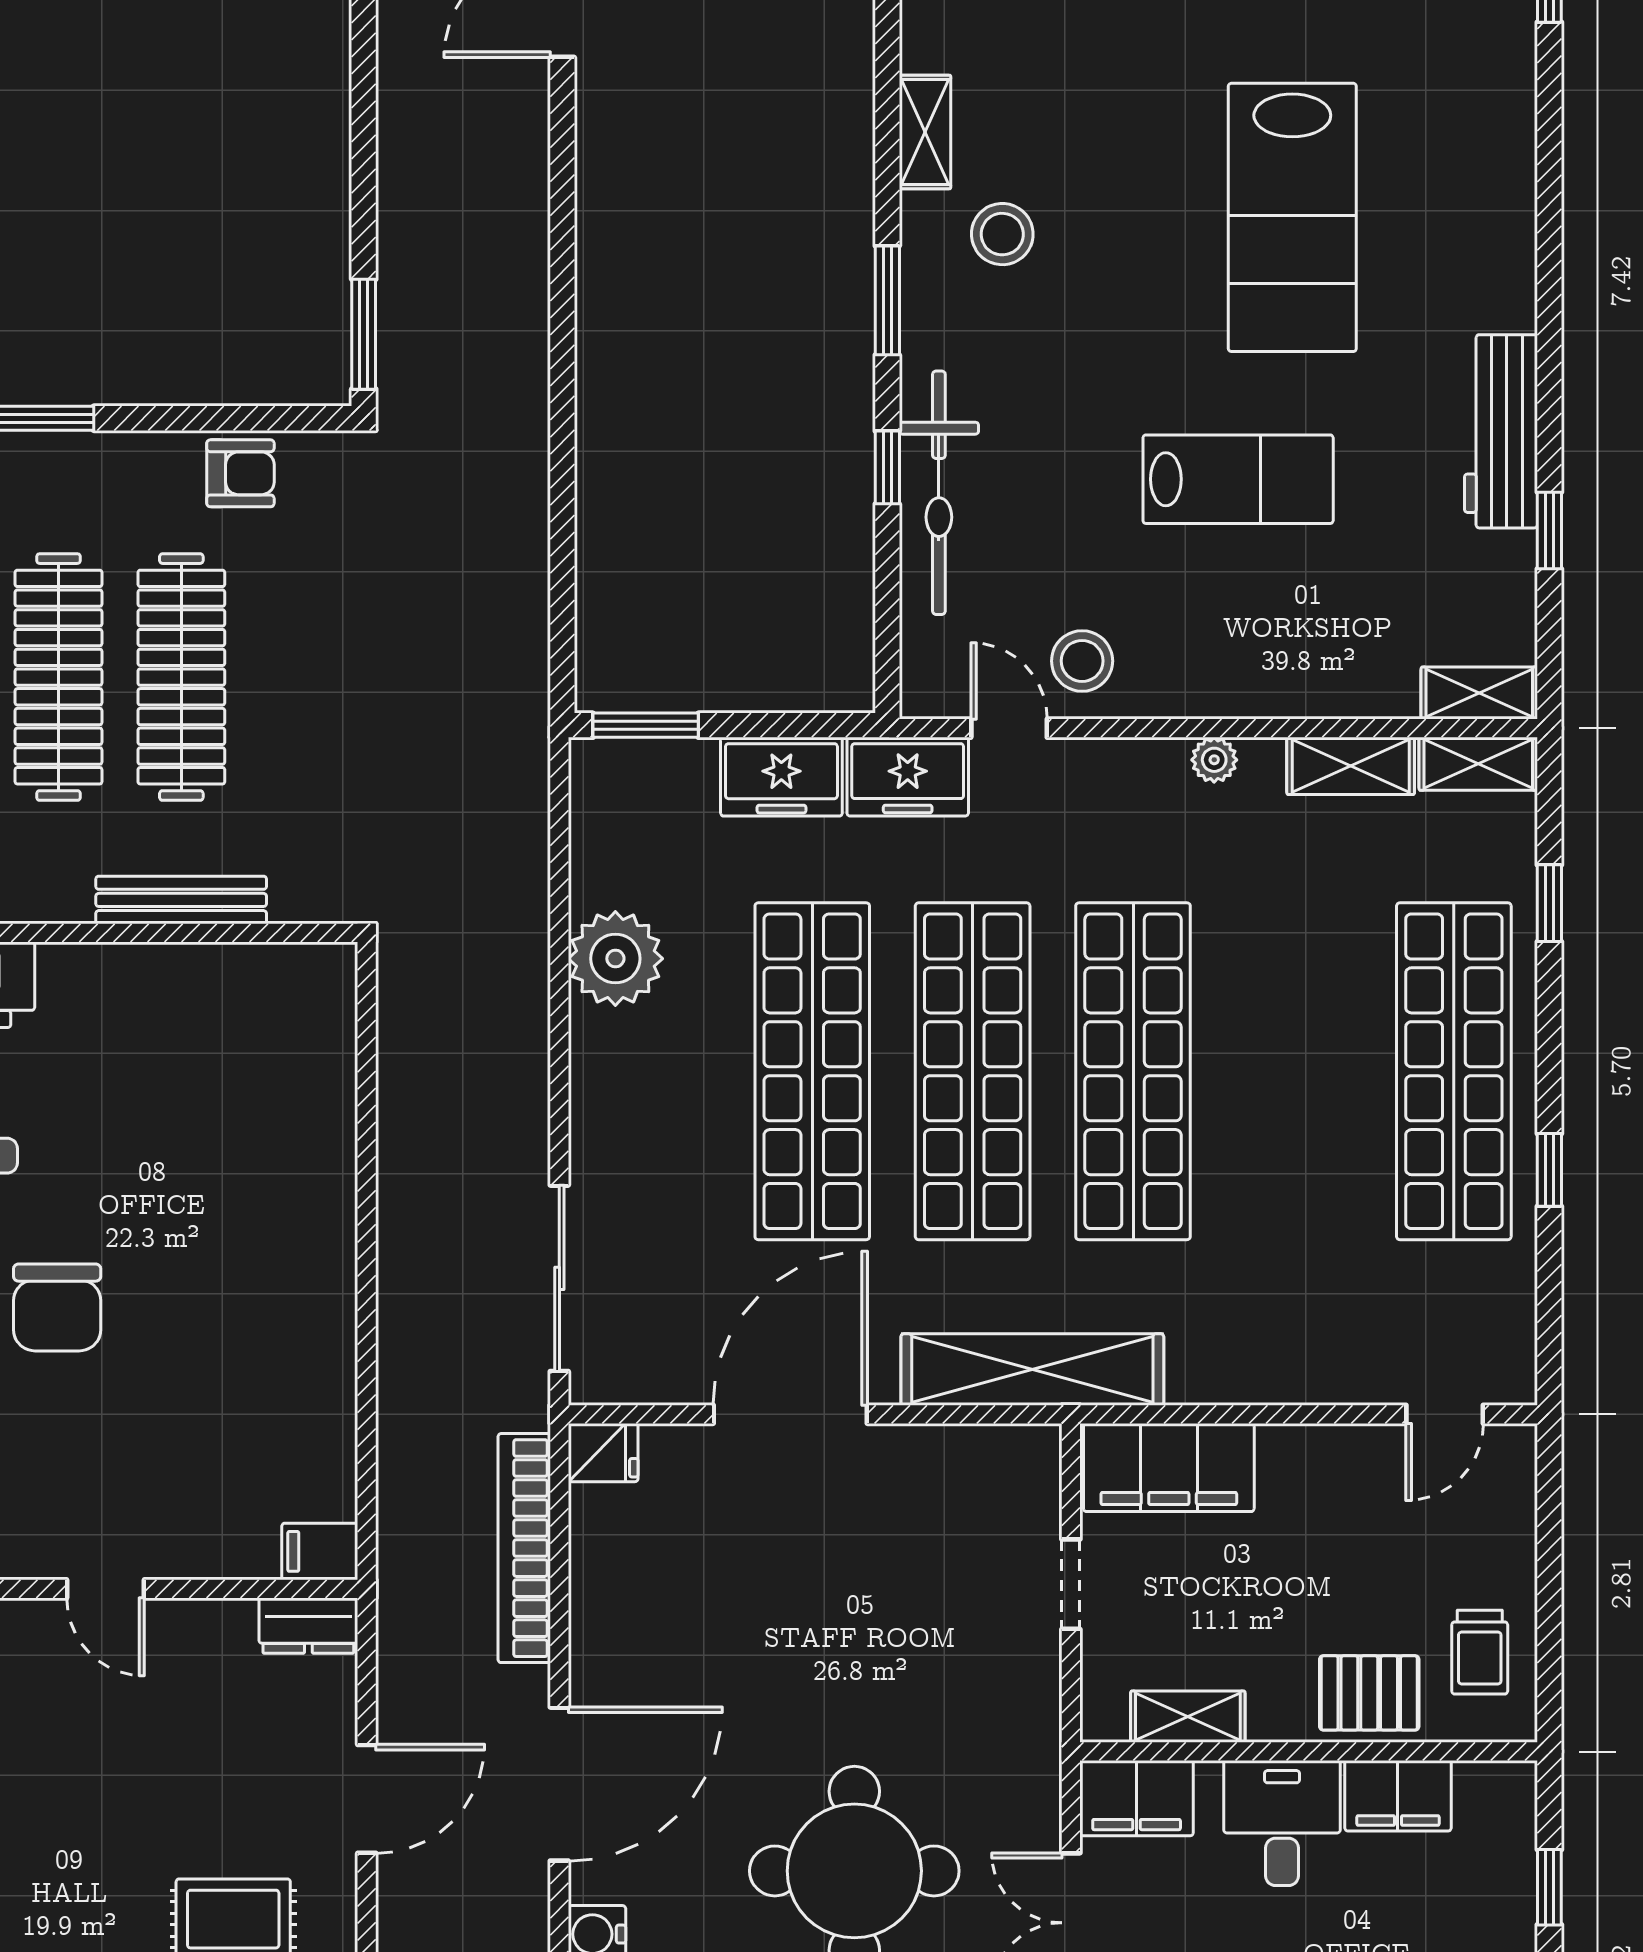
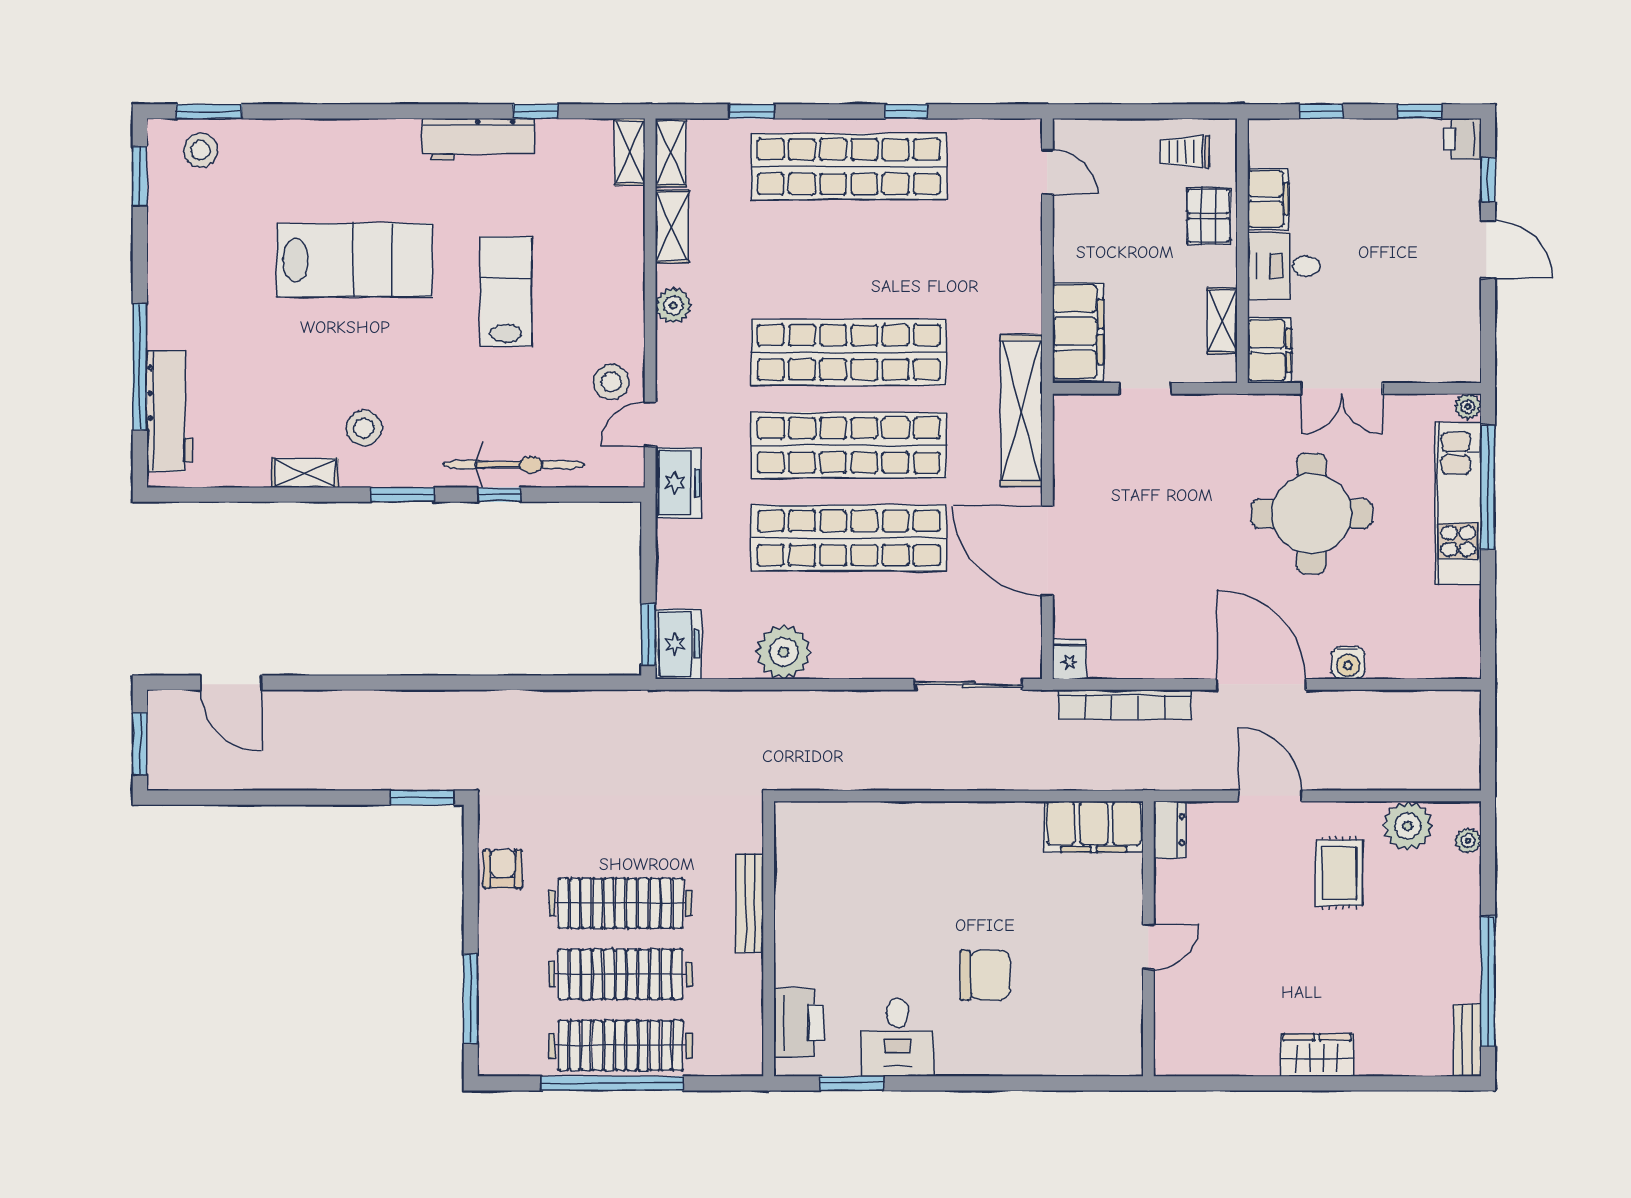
plant: (1214, 760) -> (673, 305), width x1.38, depth x1.38
freezer: (781, 777) -> (678, 644), moved
filing cabinet: (320, 1551) -> (1094, 827), width x3.00, depth x1.17
trolley: (1480, 1652) -> (1185, 152), turned 180

